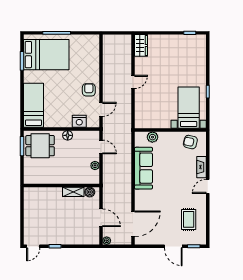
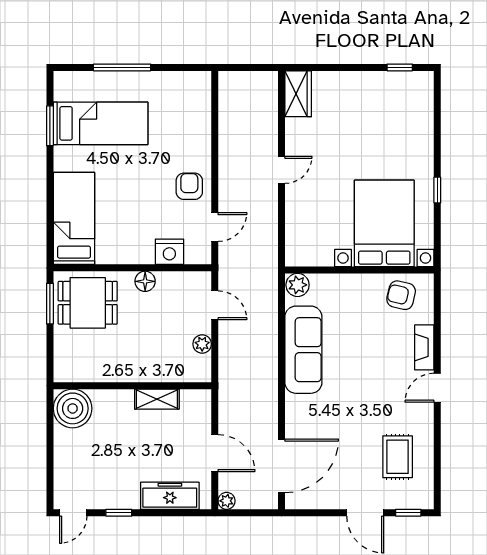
bed: (46, 55) -> (101, 123), width x0.67
bed with nightstands: (189, 108) -> (384, 223), width x1.36
plant: (152, 137) -> (298, 285), moved
boiler: (90, 192) -> (73, 408), moved, width x1.86, depth x1.86
freezer: (79, 238) -> (170, 496), added

